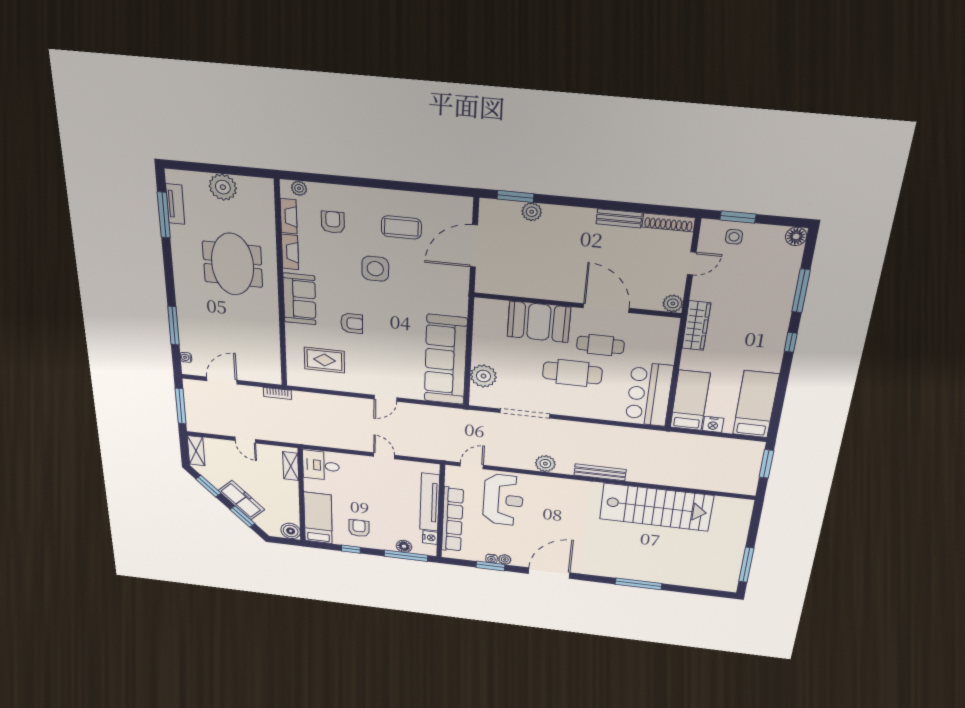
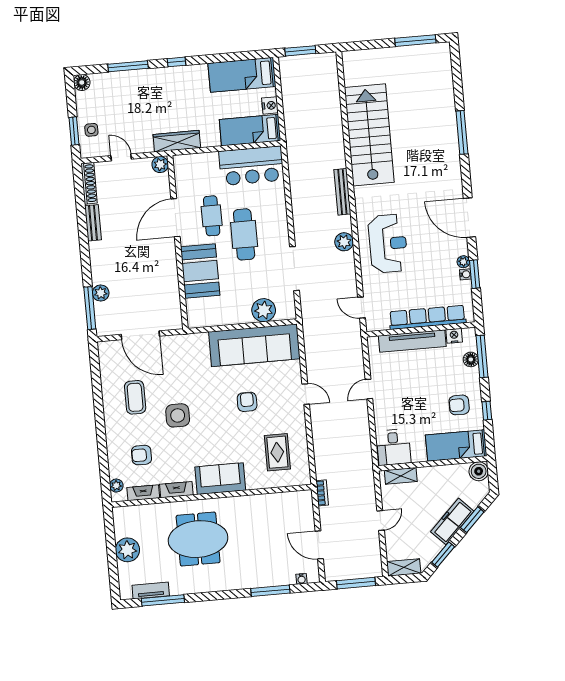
window: (515, 196) -> (90, 308), width x1.44
armchair: (352, 323) -> (247, 402), moved
reception desk: (503, 500) -> (388, 244), moved, turned 90

